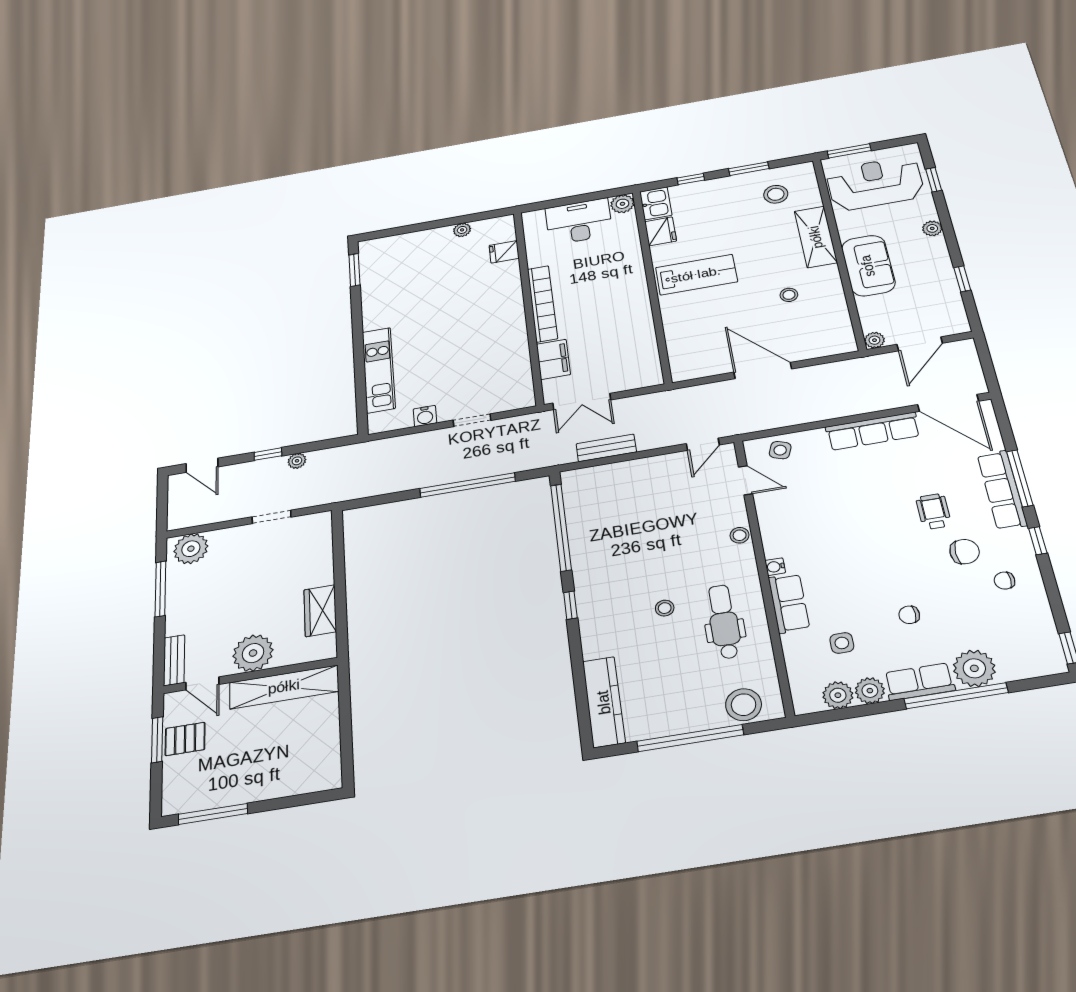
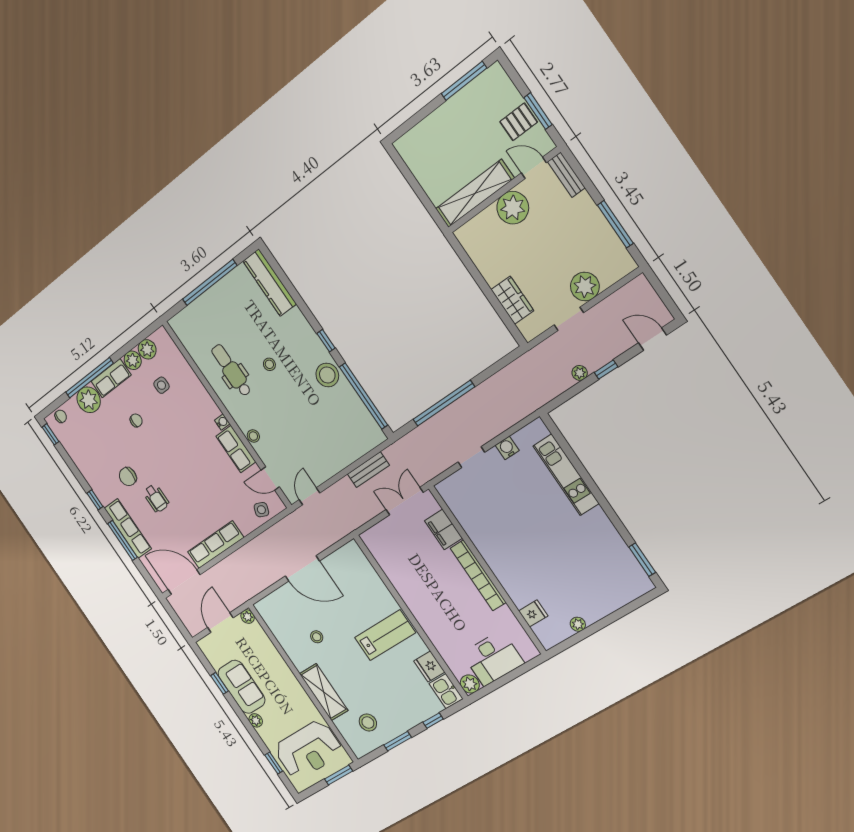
sofa: (868, 266) -> (242, 687), moved, turned 180
lab bench: (696, 275) -> (385, 635), turned 180
plant: (191, 549) -> (585, 287), moved
chair: (1005, 581) -> (61, 416), moved
row of seats: (789, 603) -> (236, 449), moved
wardrobe: (320, 611) -> (512, 300), moved
dental chair: (724, 622) -> (231, 370), turned 180
stool: (744, 705) -> (327, 375), moved

